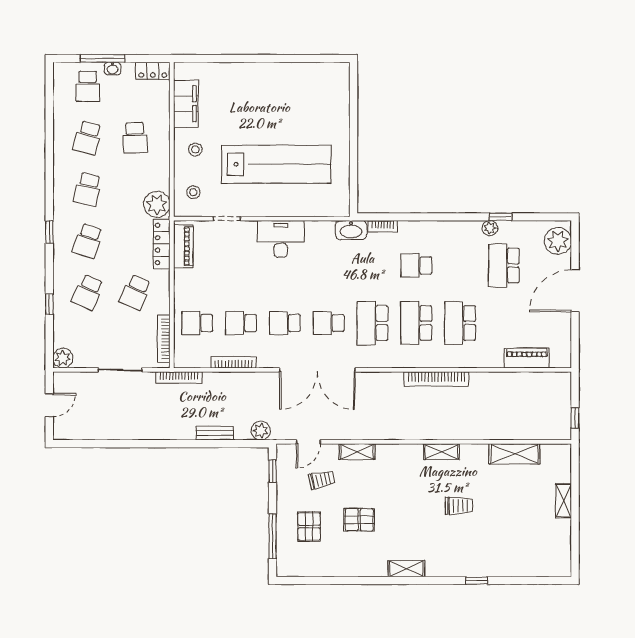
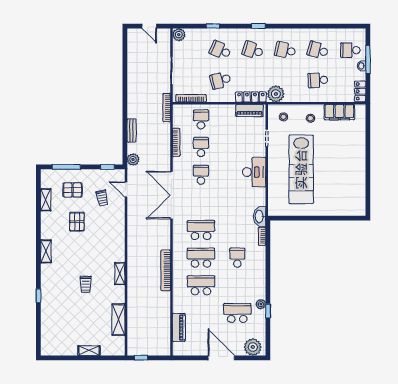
school desk: (135, 292) -> (220, 80), turned -39
school desk: (329, 323) -> (201, 202), removed
shelving: (357, 452) -> (46, 200), moved

